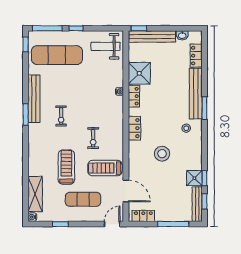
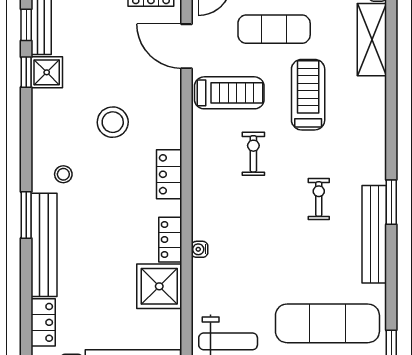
treadmill: (66, 167) -> (308, 95), turned 180

